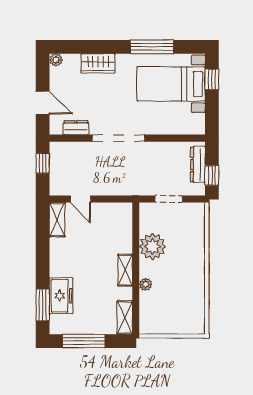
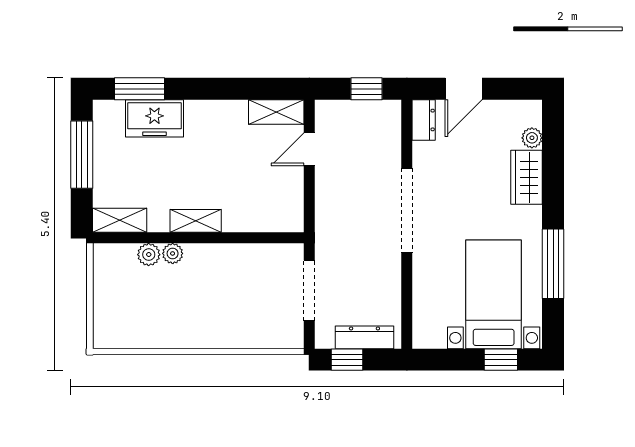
plant: (56, 60) -> (532, 138), moved
dresser: (76, 128) -> (424, 120), moved
doorway: (169, 199) -> (309, 291), width x1.38
plant: (152, 246) -> (149, 255), moved, width x0.53, depth x0.53

